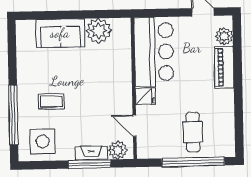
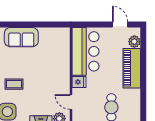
plant: (99, 31) -> (48, 36), removed
piano: (224, 67) -> (132, 68), width x1.37, depth x1.33

